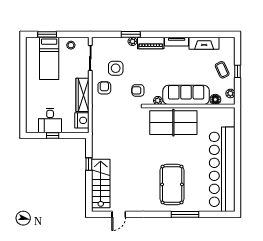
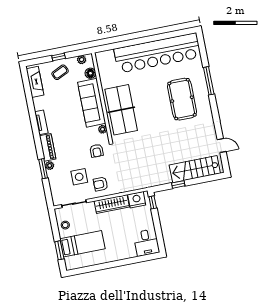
fireplace: (204, 43) -> (35, 82), moved
desk: (50, 121) -> (146, 243), moved, turned 90
window: (53, 136) -> (153, 202), moved
pool table: (172, 184) -> (182, 99), turned 90

